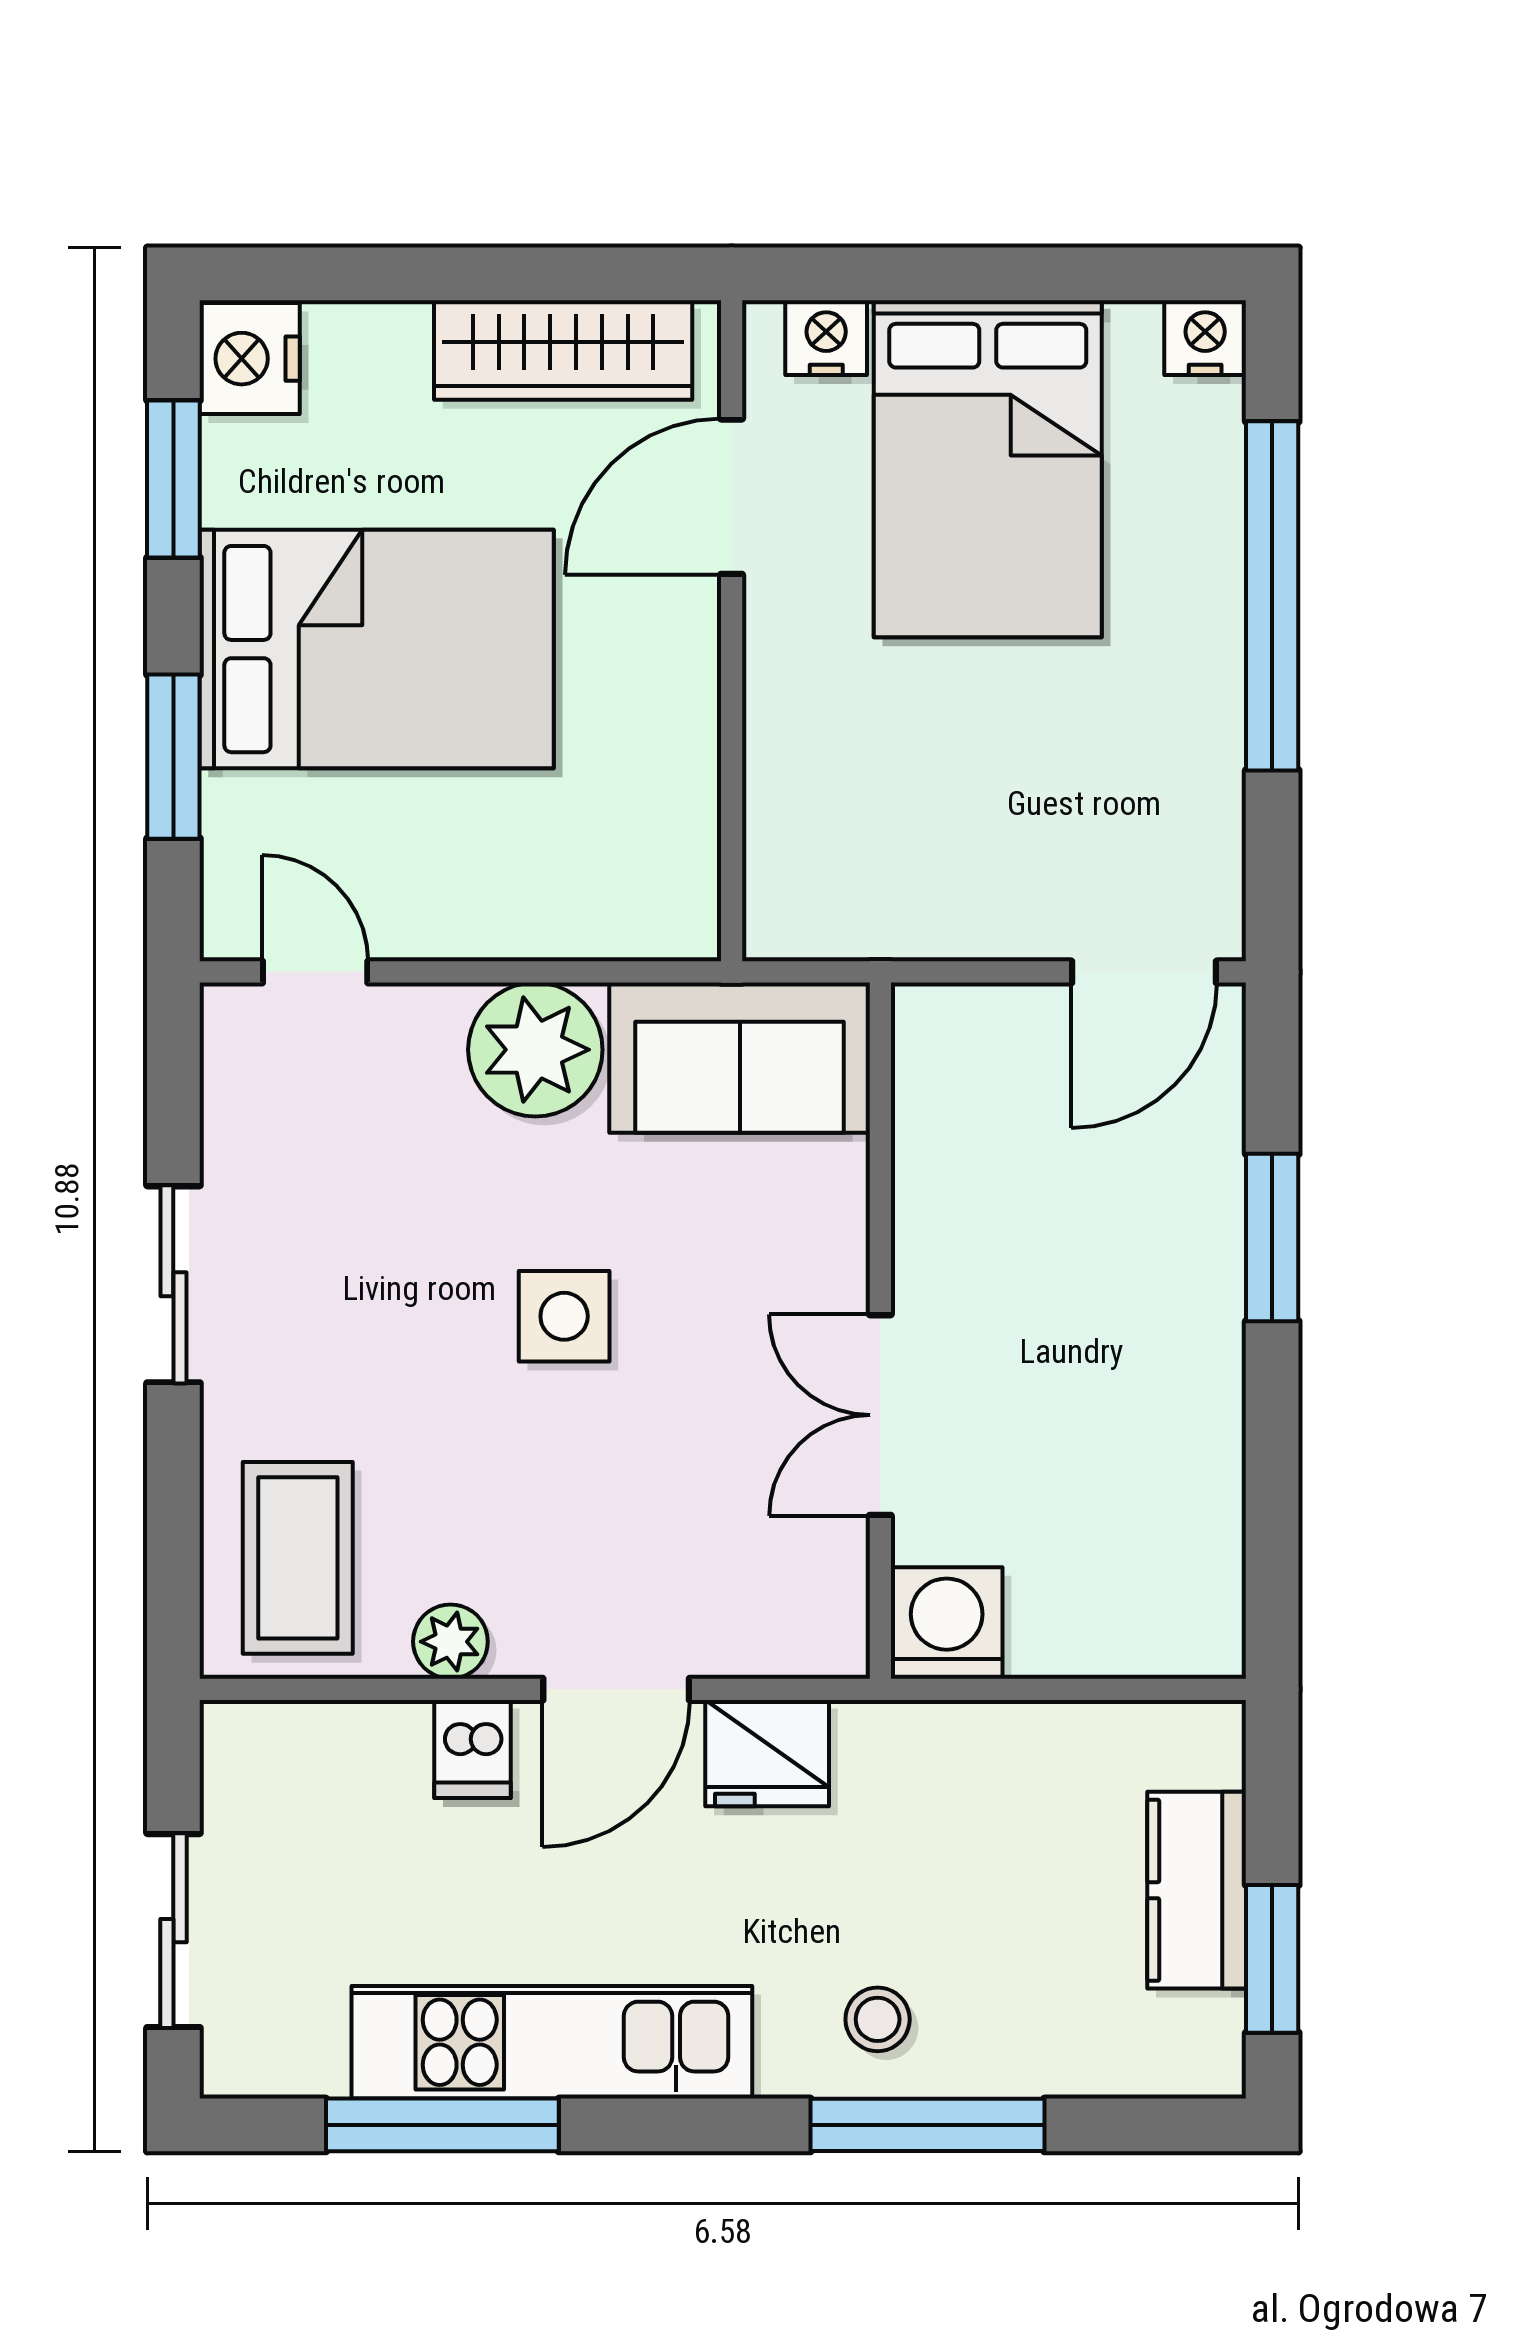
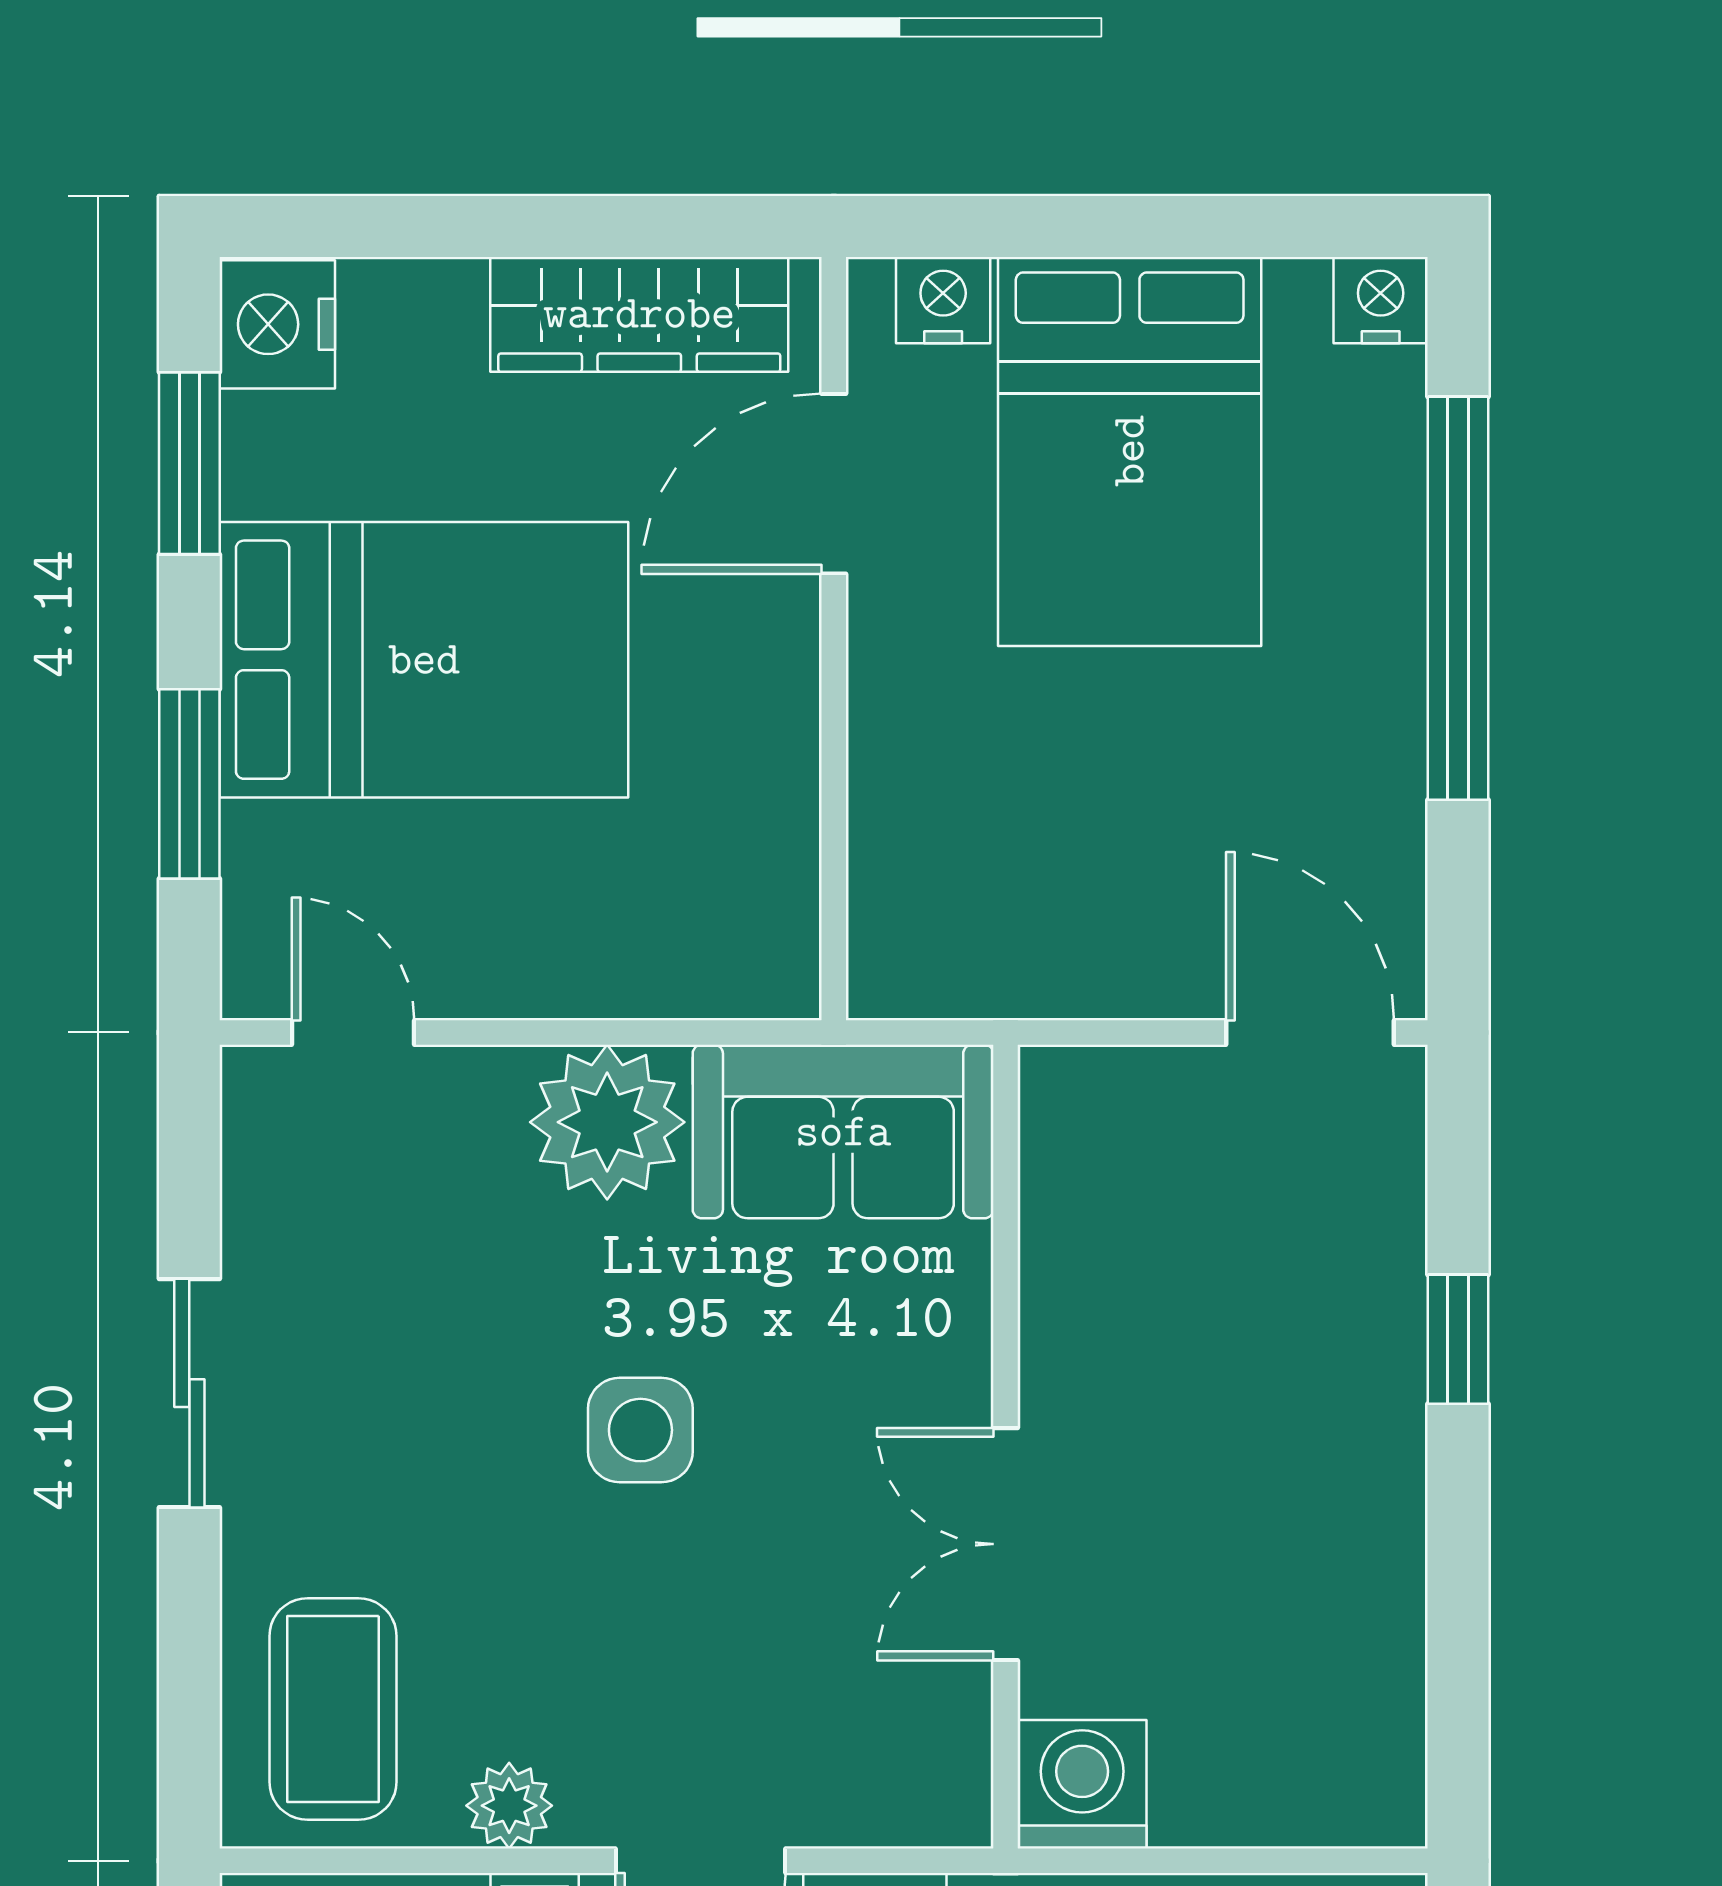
door: (1144, 972) -> (1310, 1032), swing flipped
window: (1272, 1238) -> (1458, 1339), width x0.67

